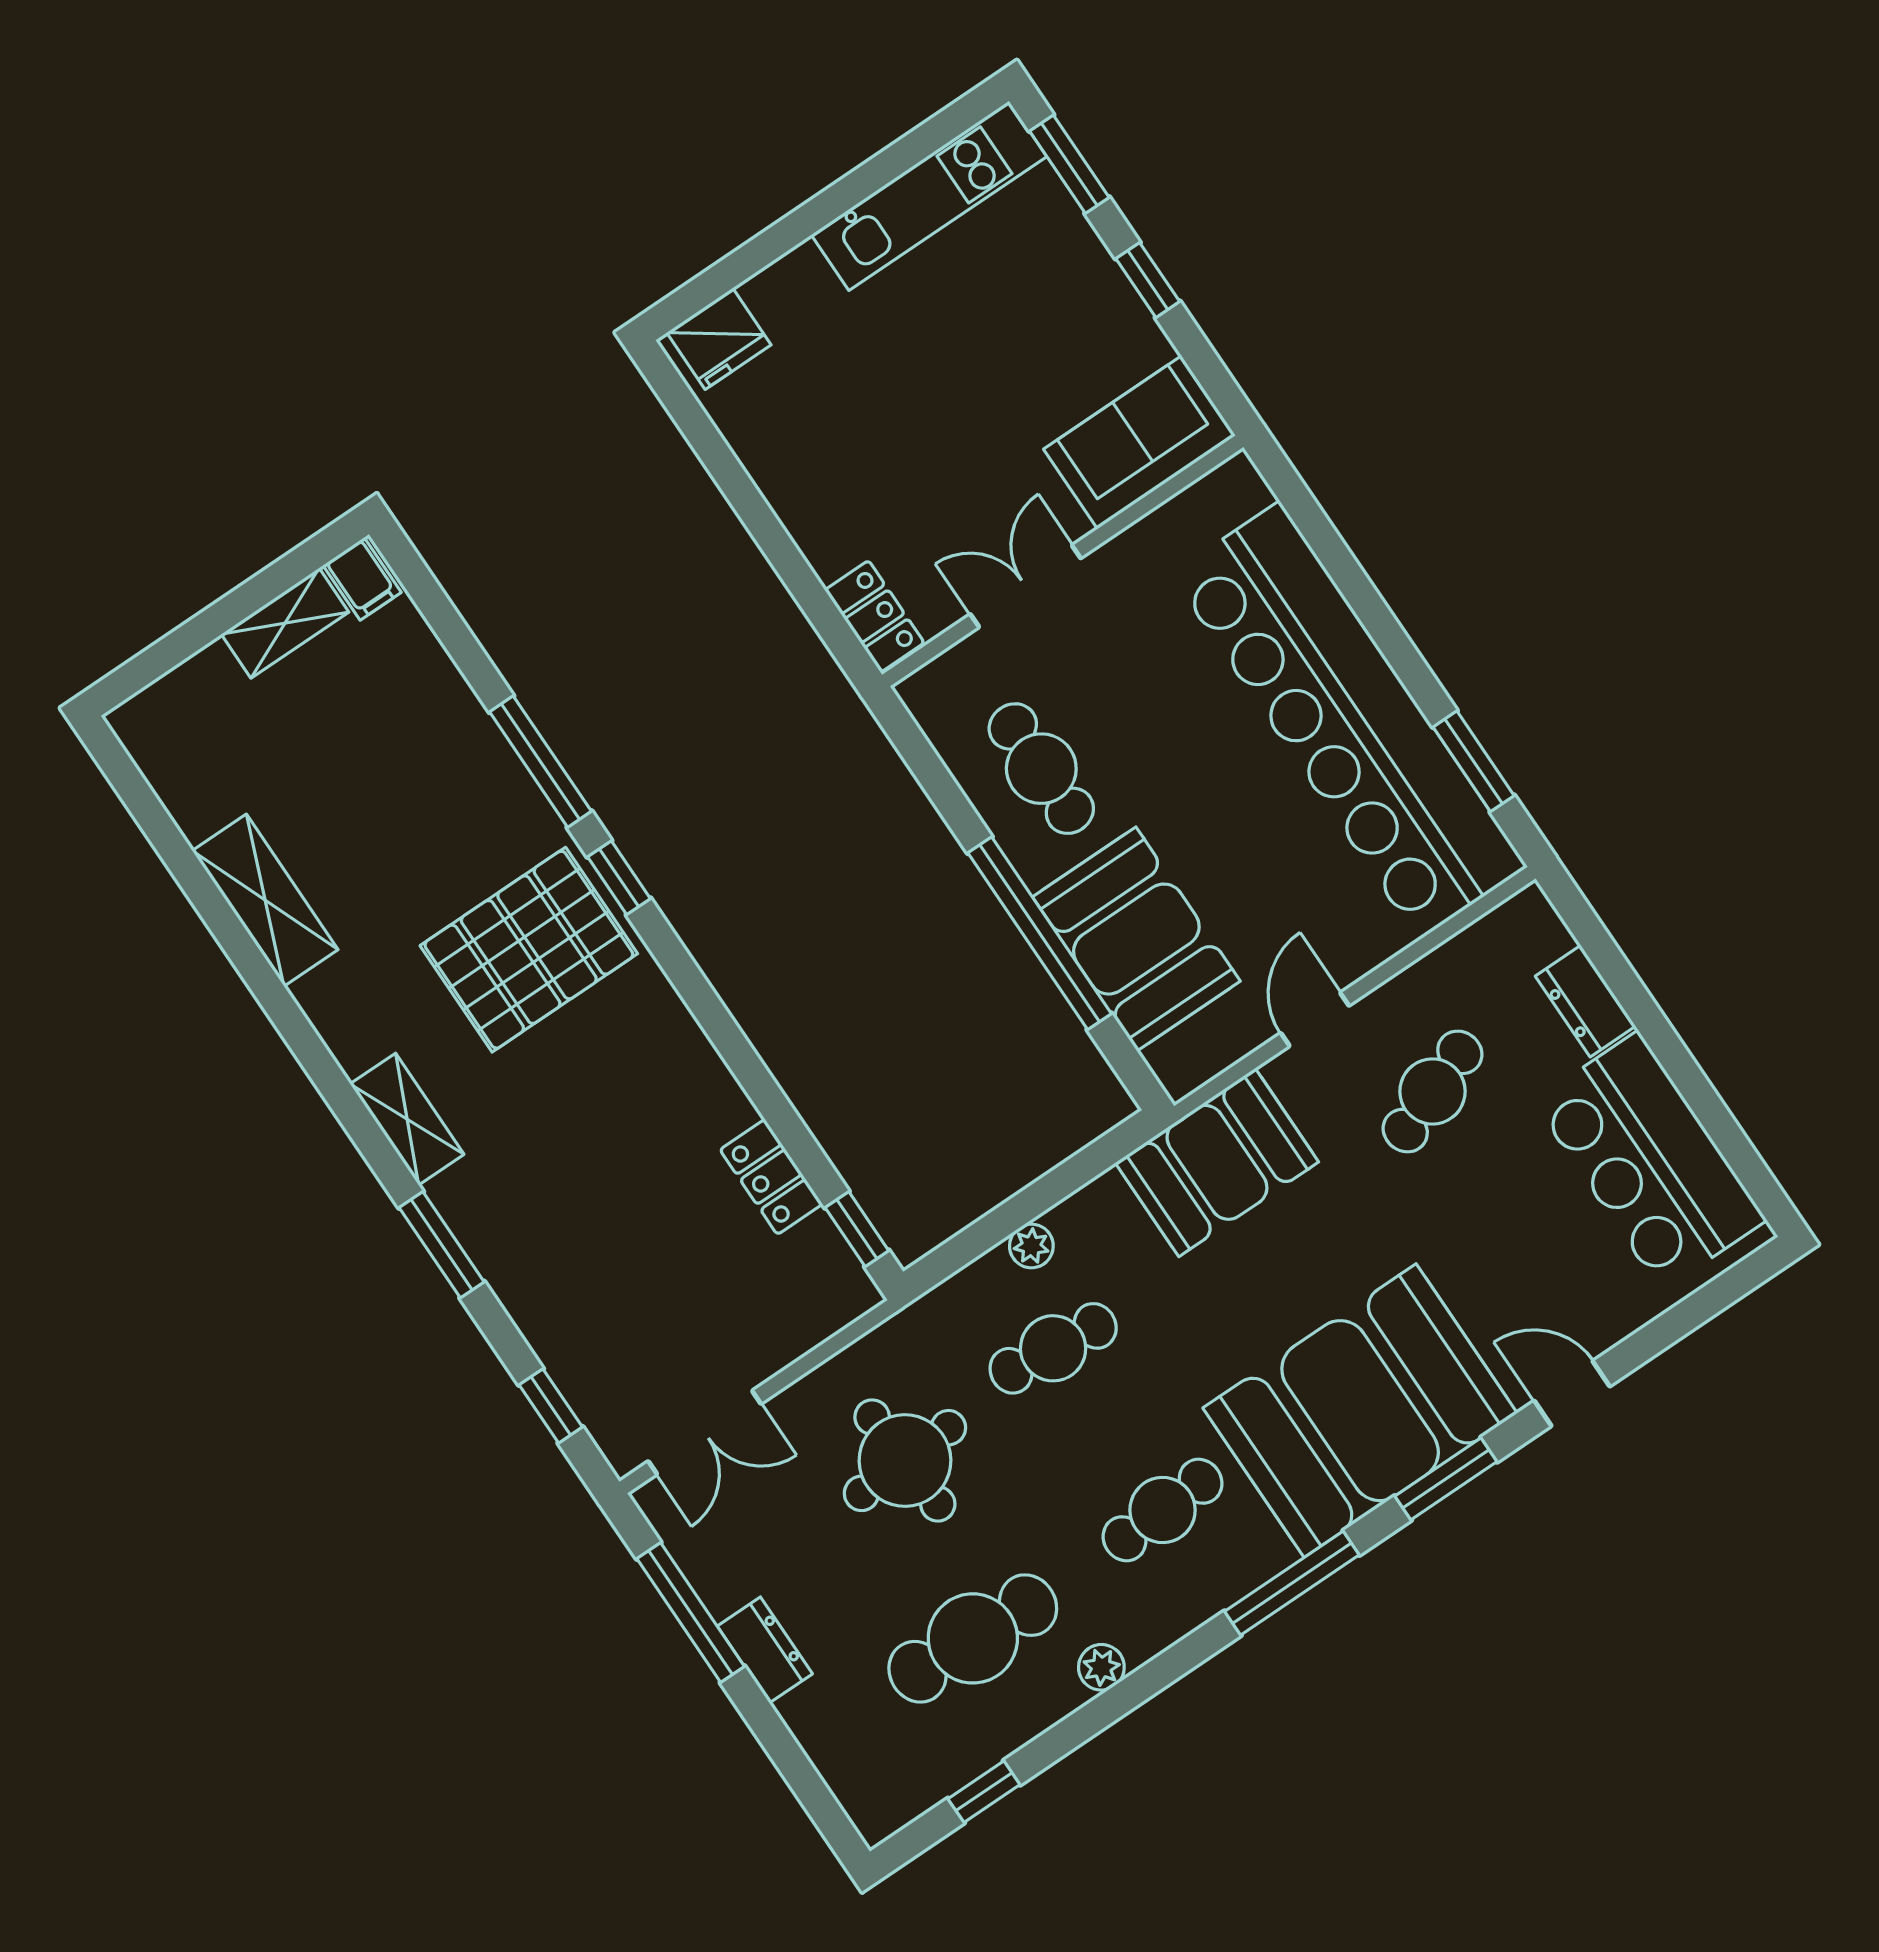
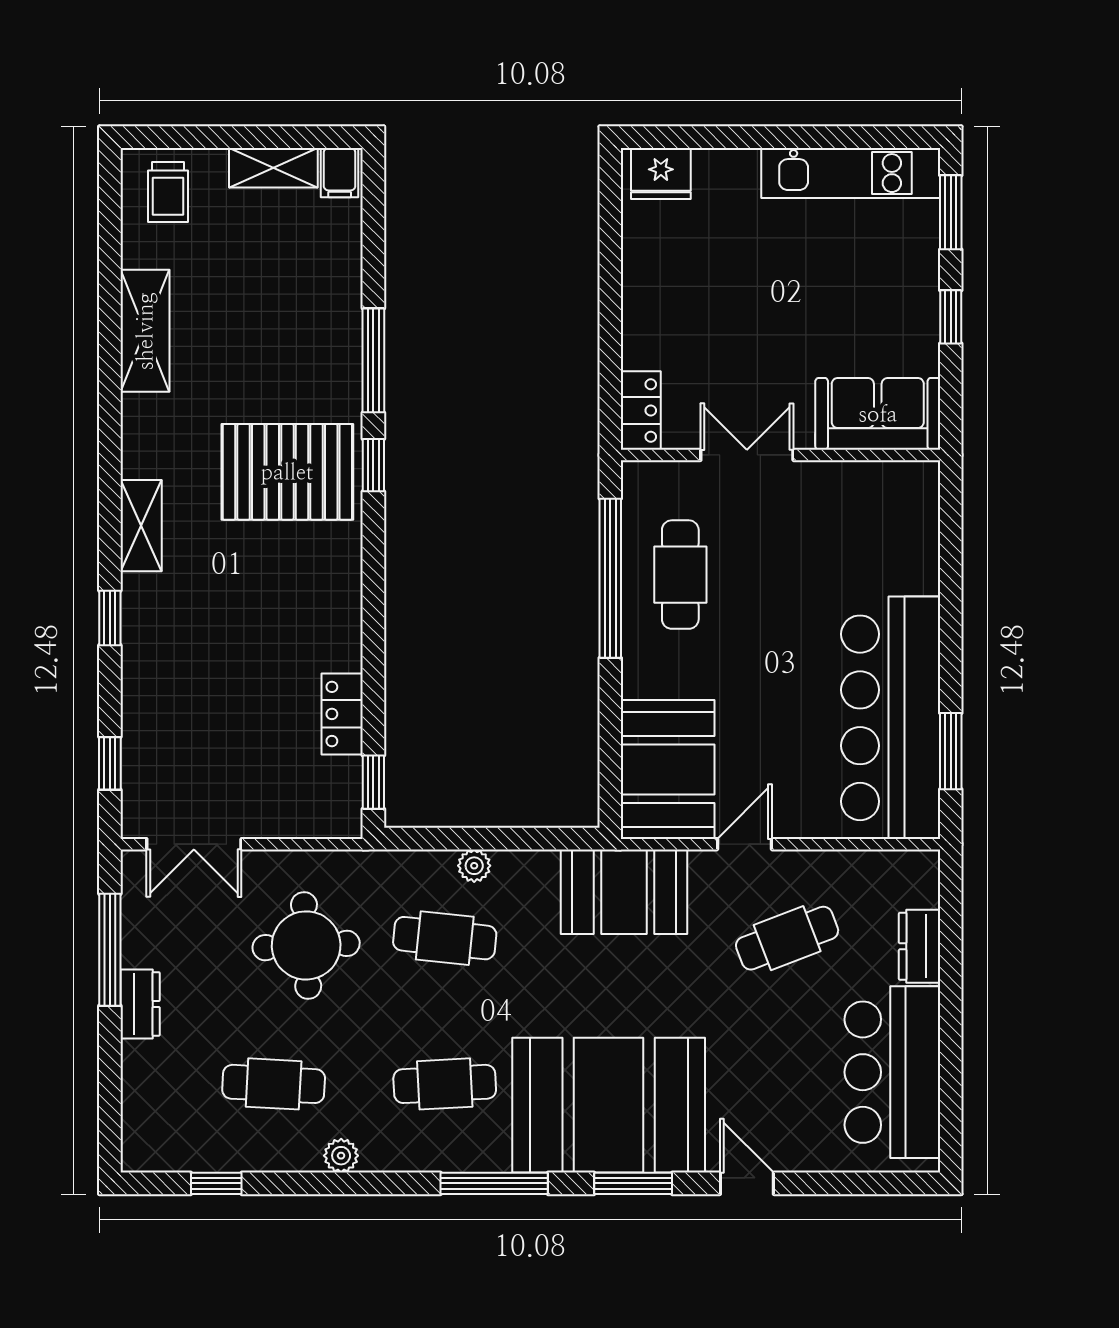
bar counter: (1349, 721) -> (891, 718), width x0.73
trolley: (186, 729) -> (168, 192), added
window: (1040, 933) -> (610, 578), moved
booth: (1136, 939) -> (668, 769), moved
window: (442, 1245) -> (110, 618), width x0.67
cafe table: (973, 1638) -> (274, 1084), width x0.73, depth x0.74

